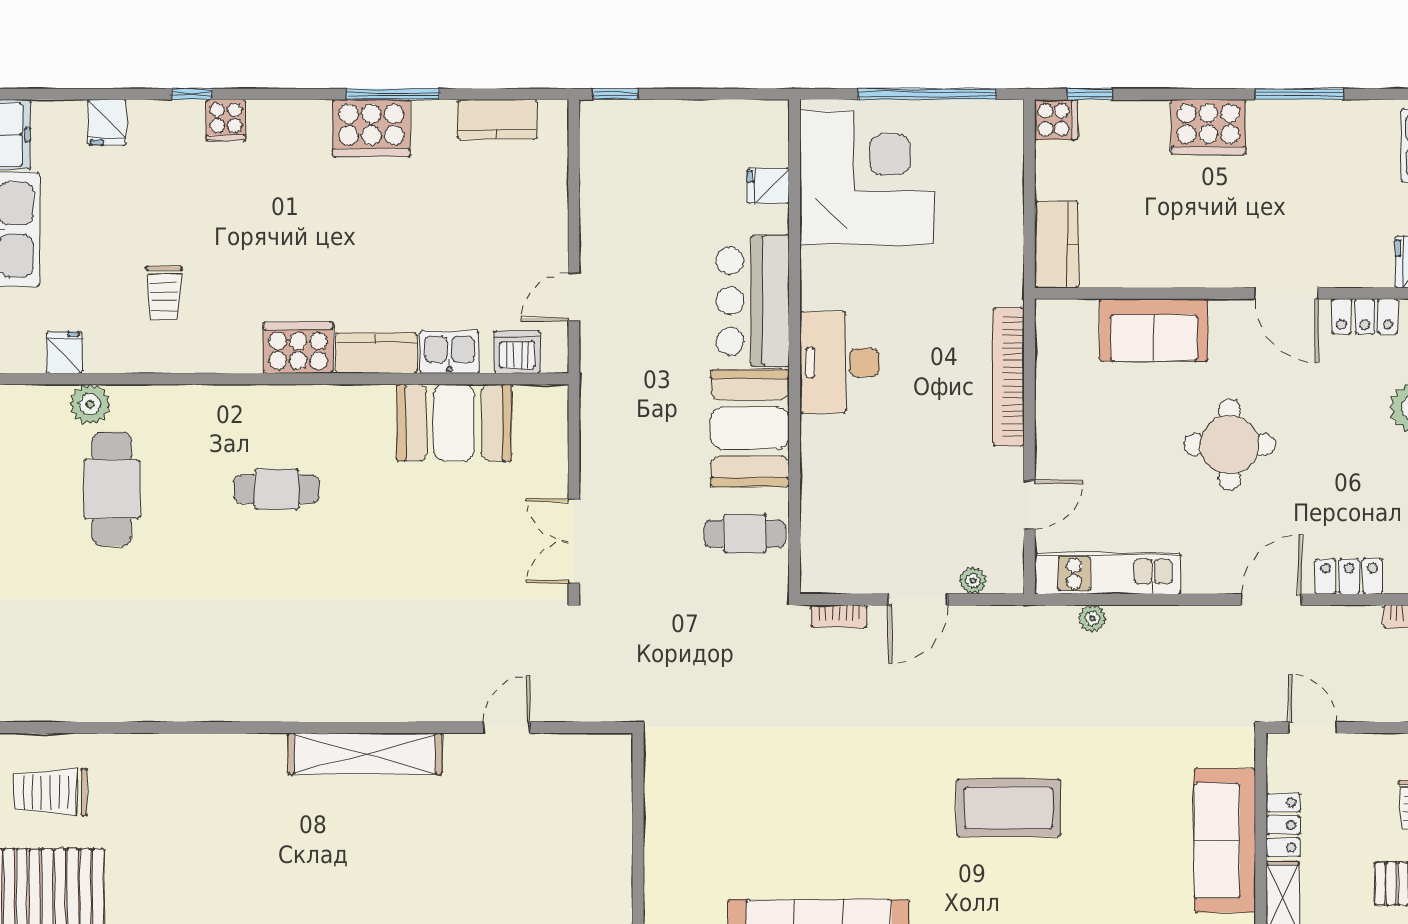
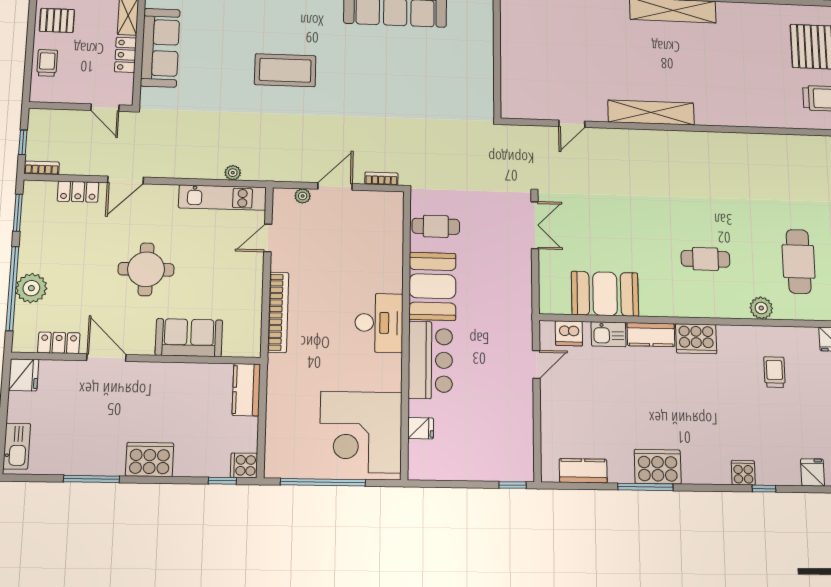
plant: (90, 404) -> (761, 308), moved

